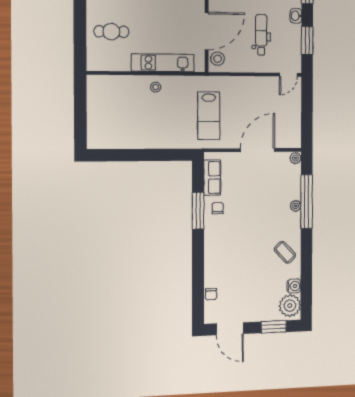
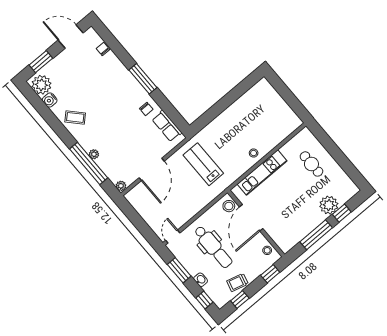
cafe table: (111, 32) -> (311, 164), turned 90
dental chair: (261, 35) -> (213, 247), width x1.36, depth x1.38
window: (198, 211) -> (143, 79), moved

